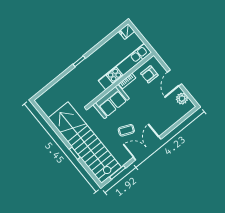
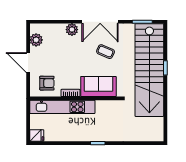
door: (174, 78) -> (28, 63), swing flipped
plant: (163, 126) -> (72, 30), added

